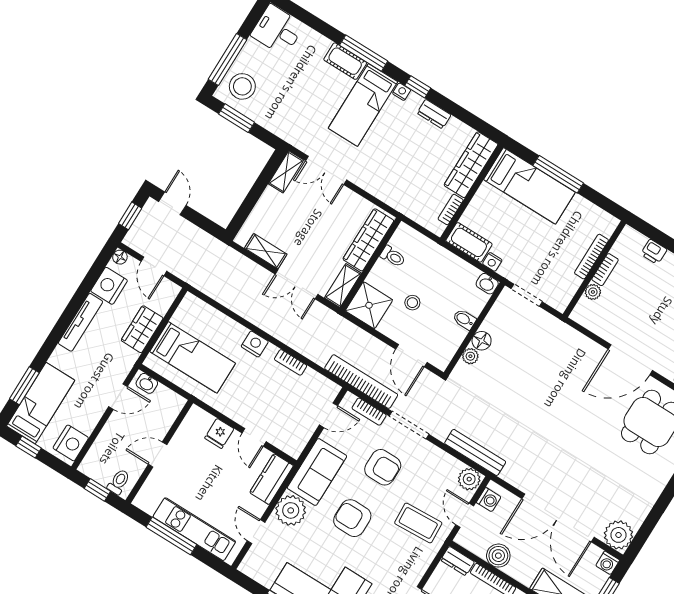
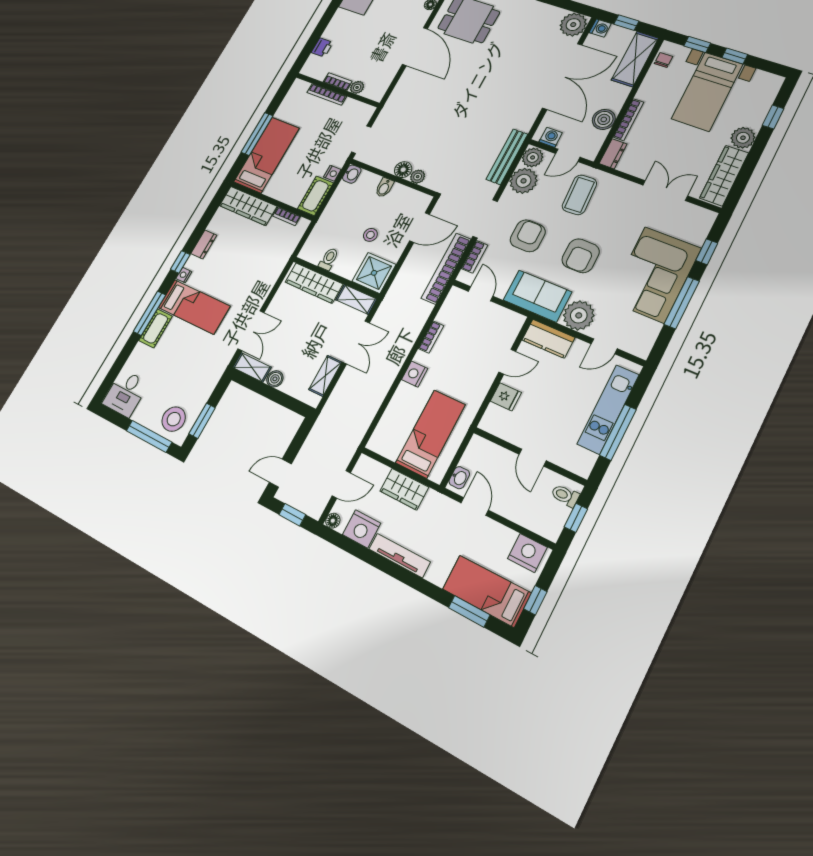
boiler: (270, 197) -> (275, 379), added
plant: (444, 468) -> (524, 181), added

